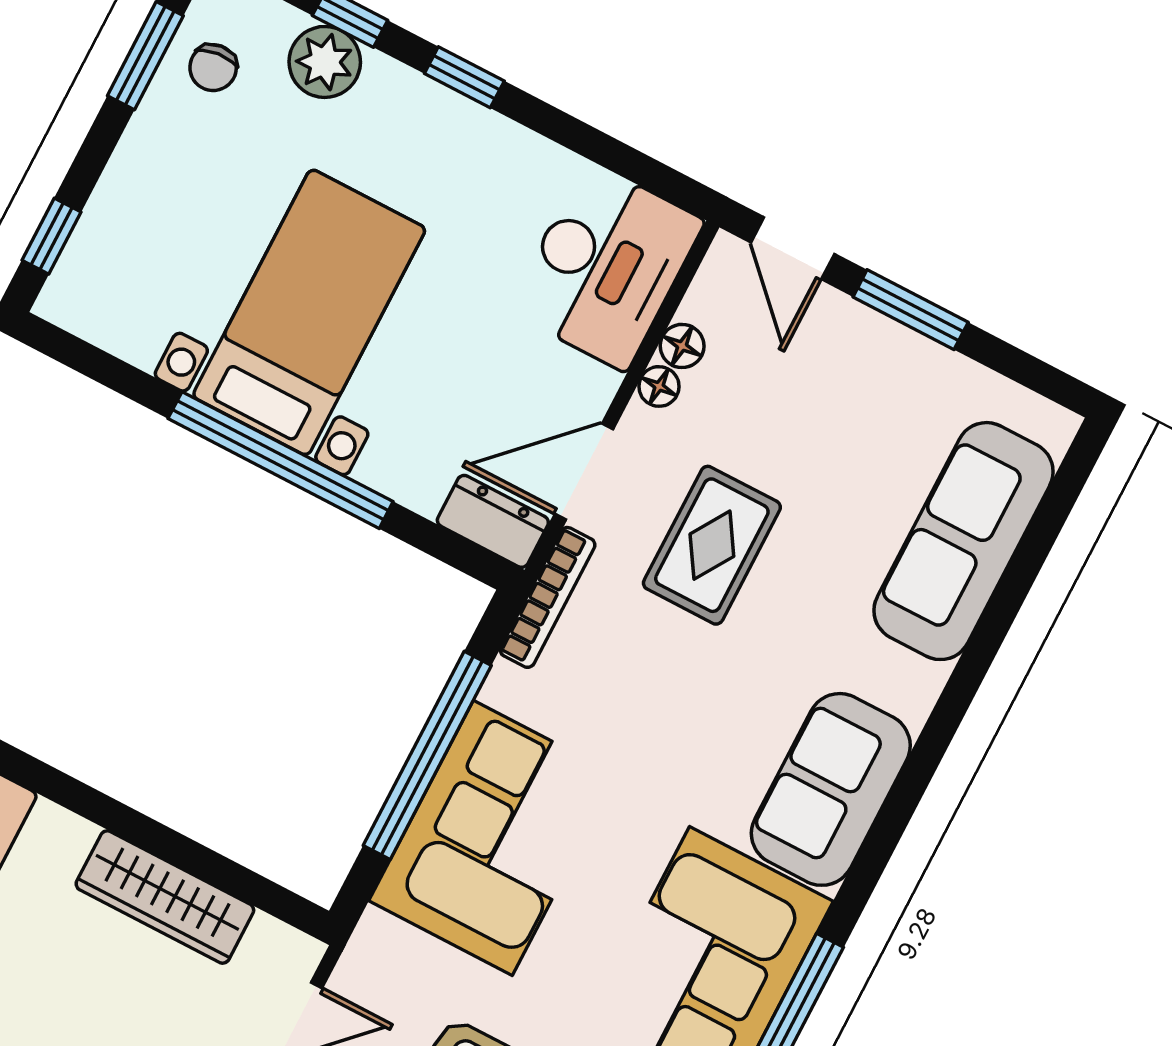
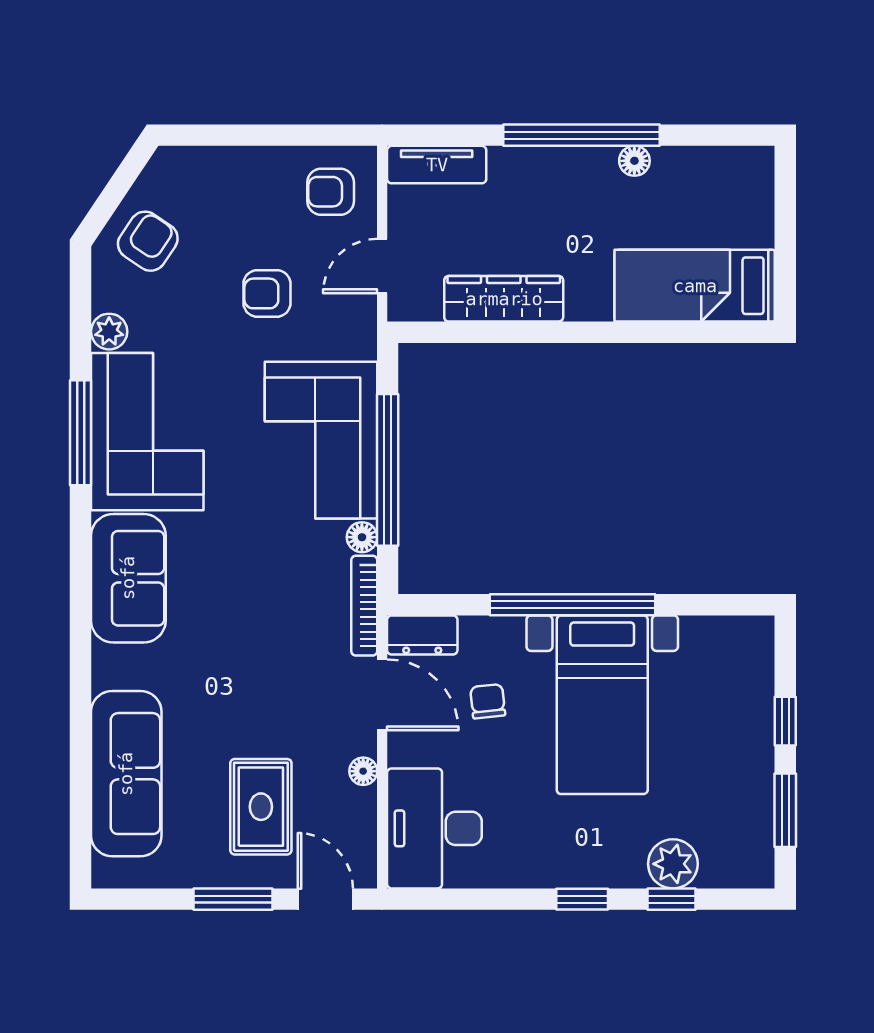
chair: (213, 68) -> (488, 701), moved
window: (51, 236) -> (785, 721), moved
floor lamp: (682, 346) -> (362, 537), moved
door: (584, 472) -> (382, 695), hinge flipped
rug: (712, 545) -> (261, 807), moved

